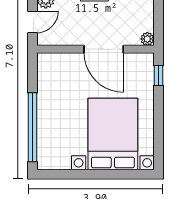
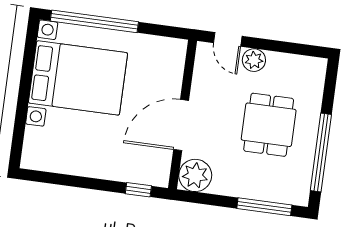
plant: (147, 39) -> (195, 175), width x1.88, depth x1.88
bed with nightstands: (113, 134) -> (78, 78), moved

